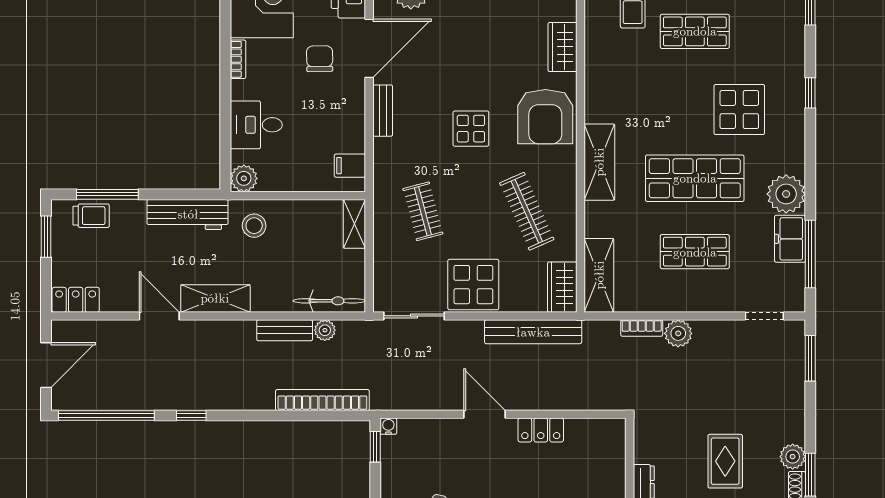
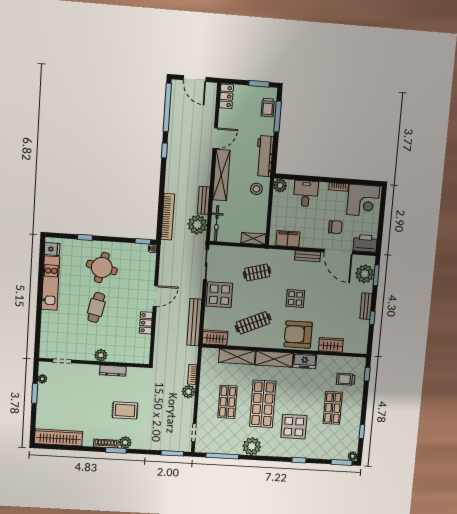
filing cabinet: (350, 166) -> (288, 239), width x2.00
freezer: (790, 239) -> (305, 361), moved, turned 180
shelving: (599, 275) -> (237, 357), moved
shelving: (215, 298) -> (221, 175), width x1.47
plant: (325, 330) -> (197, 225), width x1.88, depth x1.88

